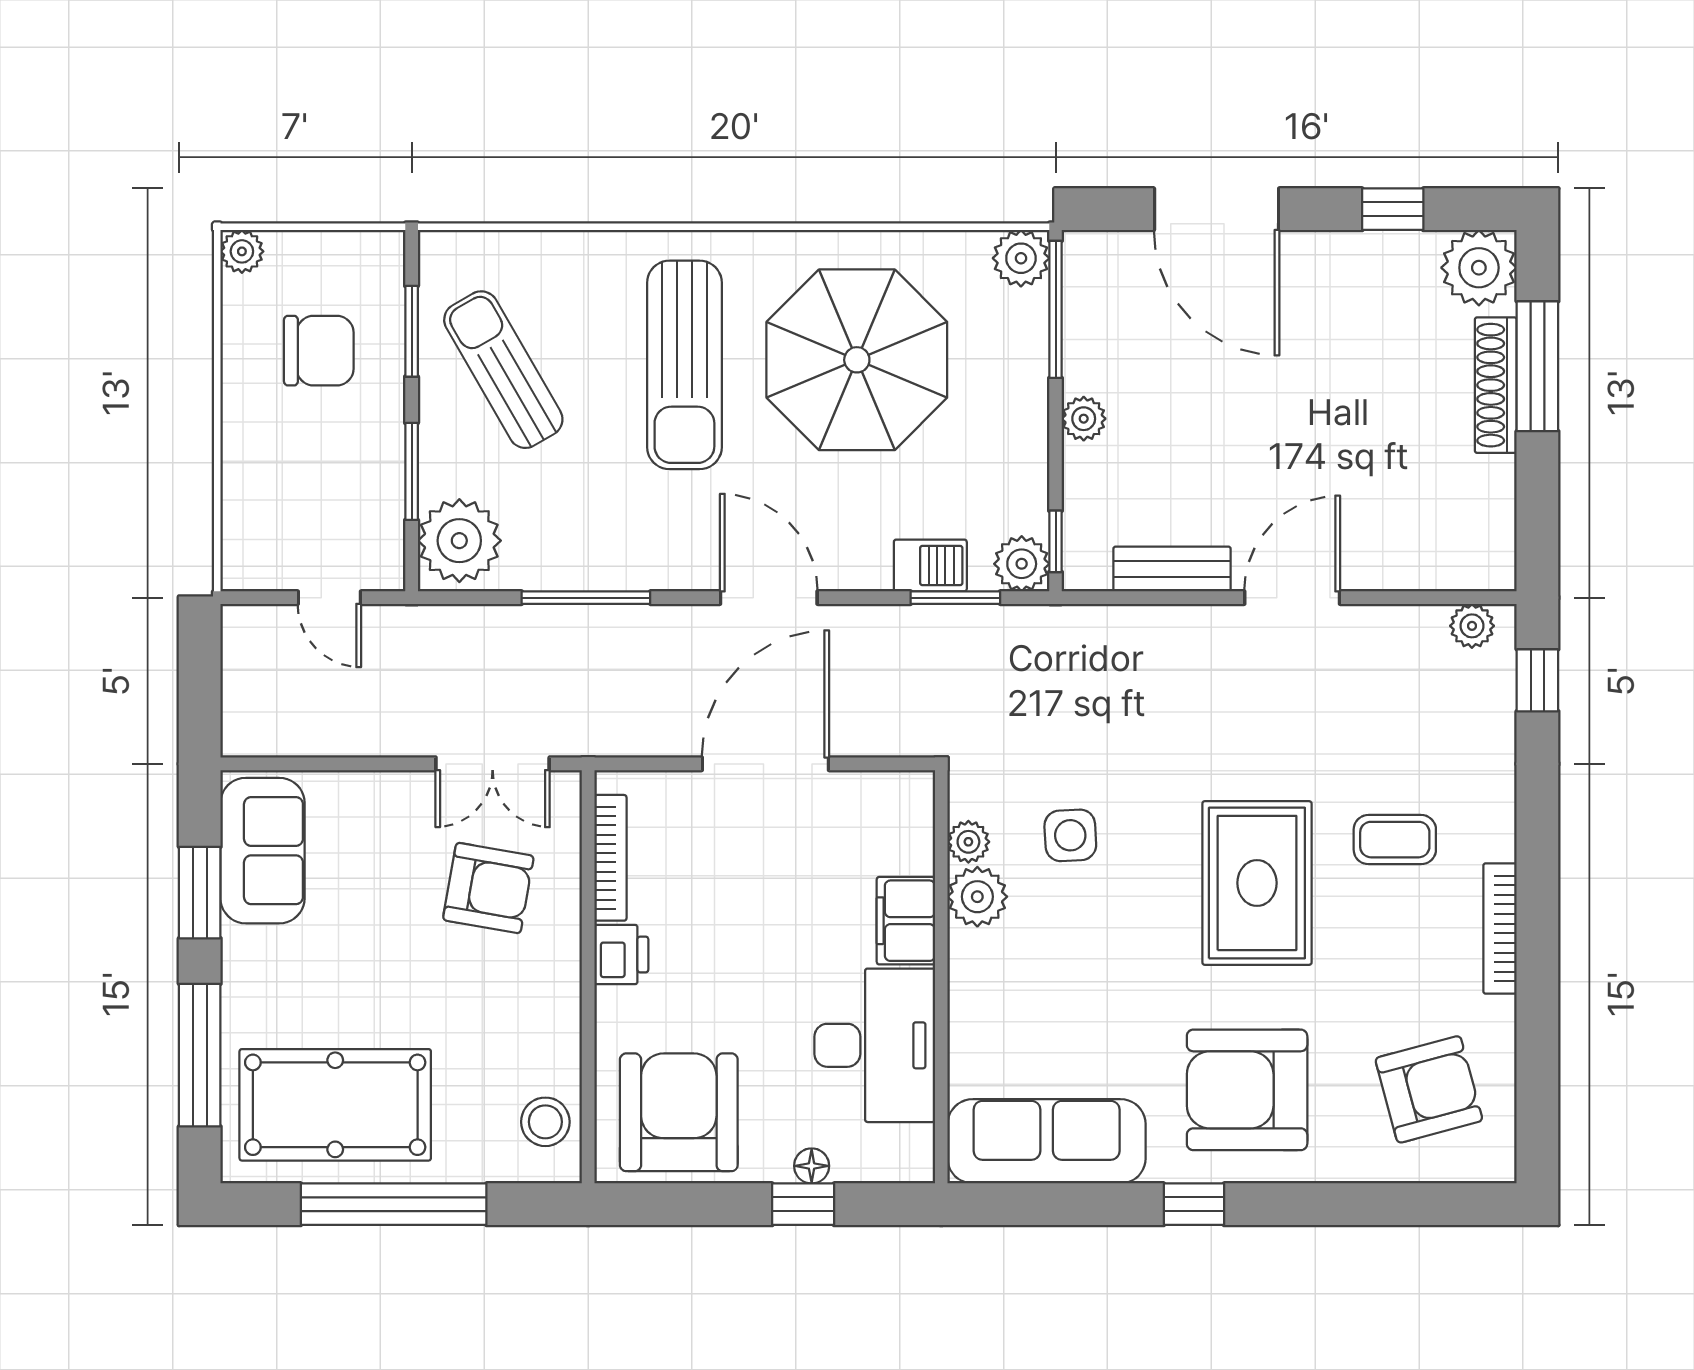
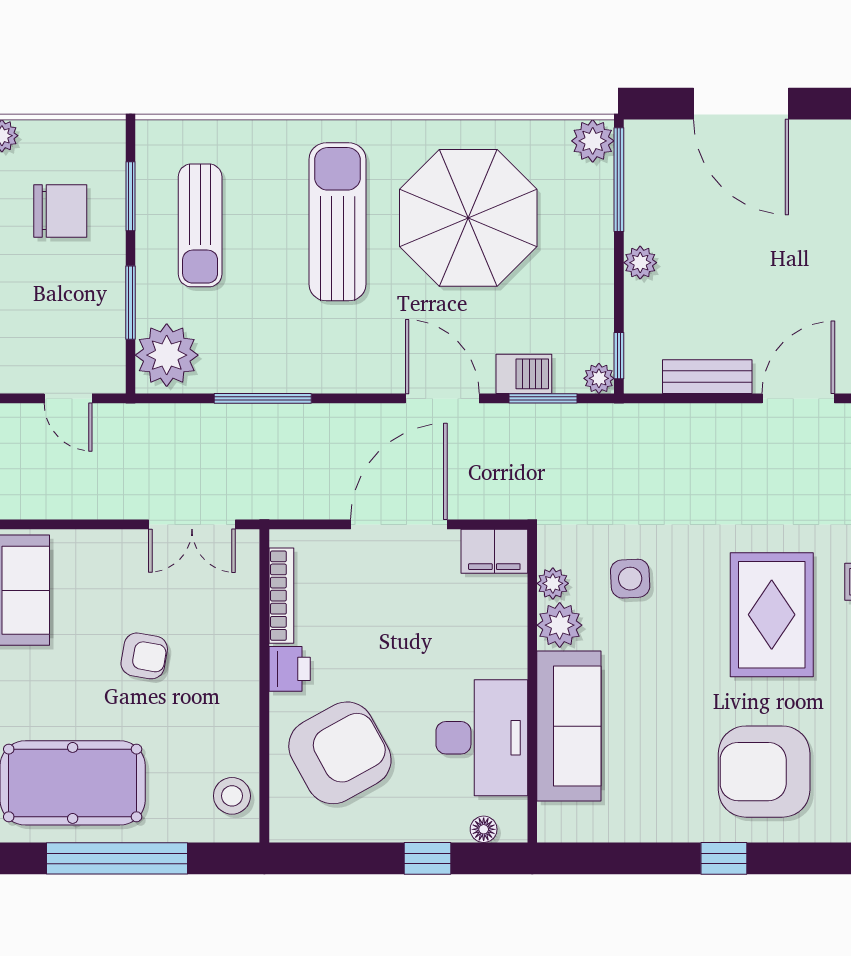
sun lounger: (684, 365) -> (337, 222), turned 180
sun lounger: (503, 370) -> (200, 225), turned -150
plant: (1022, 564) -> (599, 378), width x0.73, depth x0.73
door: (769, 598) -> (442, 398), moved
armchair: (488, 888) -> (144, 656), moved, width x0.72, depth x0.72
filing cabinet: (906, 921) -> (494, 551), moved, turned -90
armchair: (679, 1112) -> (340, 753), moved, turned 61
sofa: (1047, 1141) -> (569, 726), moved, turned 90
floor lamp: (812, 1166) -> (484, 829), moved

